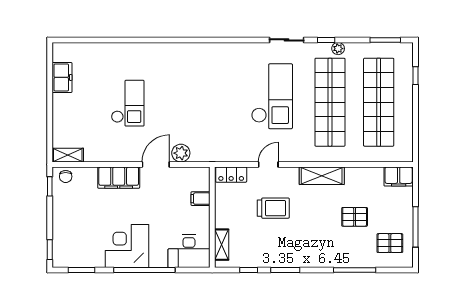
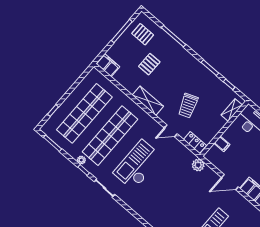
plant: (181, 153) -> (198, 165), moved
trolley: (273, 208) -> (188, 106), turned -111
pallet: (355, 217) -> (149, 64), turned 90

